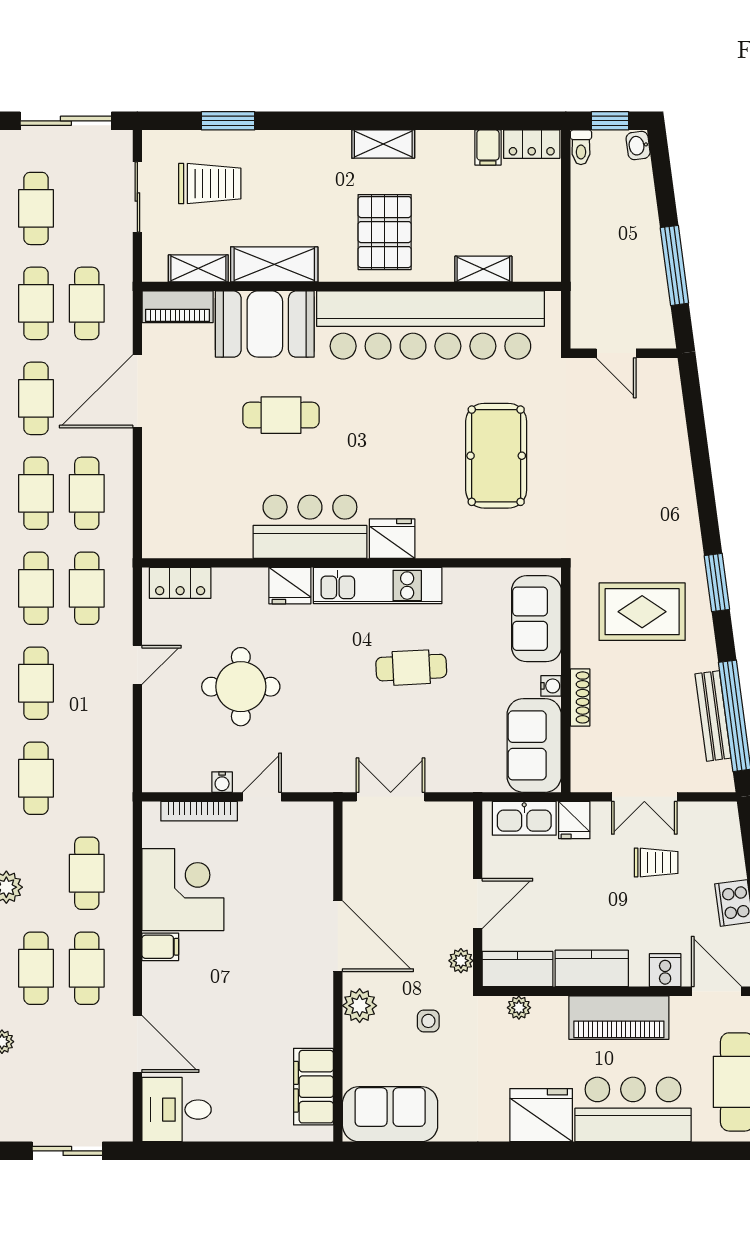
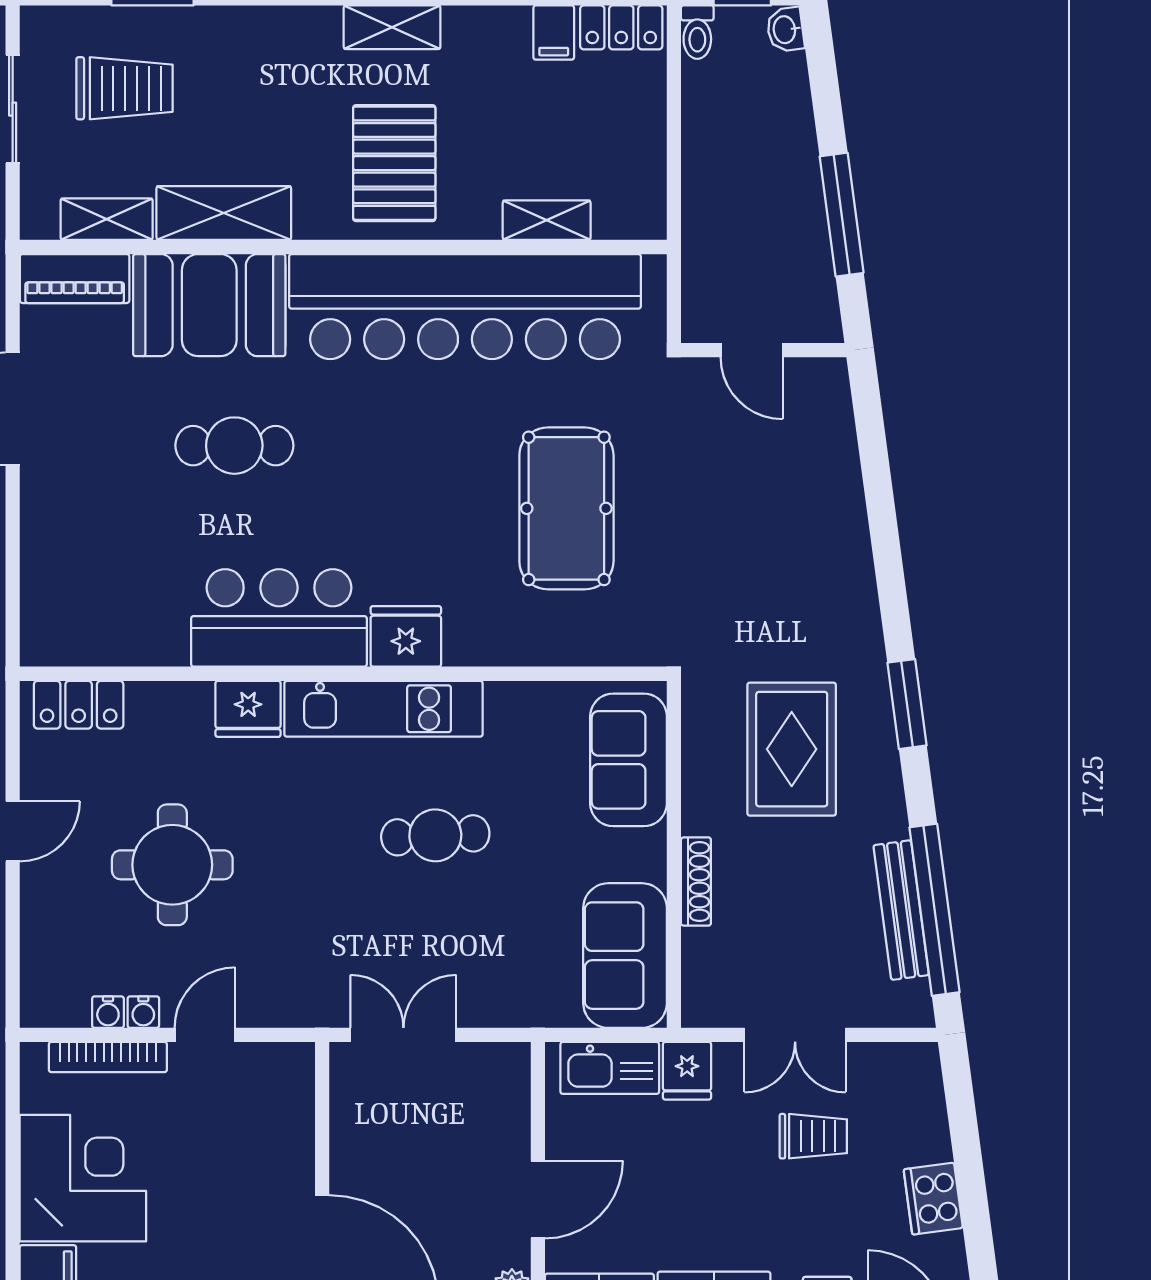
rug: (642, 612) -> (792, 749), turned 90
water cooler: (551, 686) -> (108, 1012), moved, turned 90

